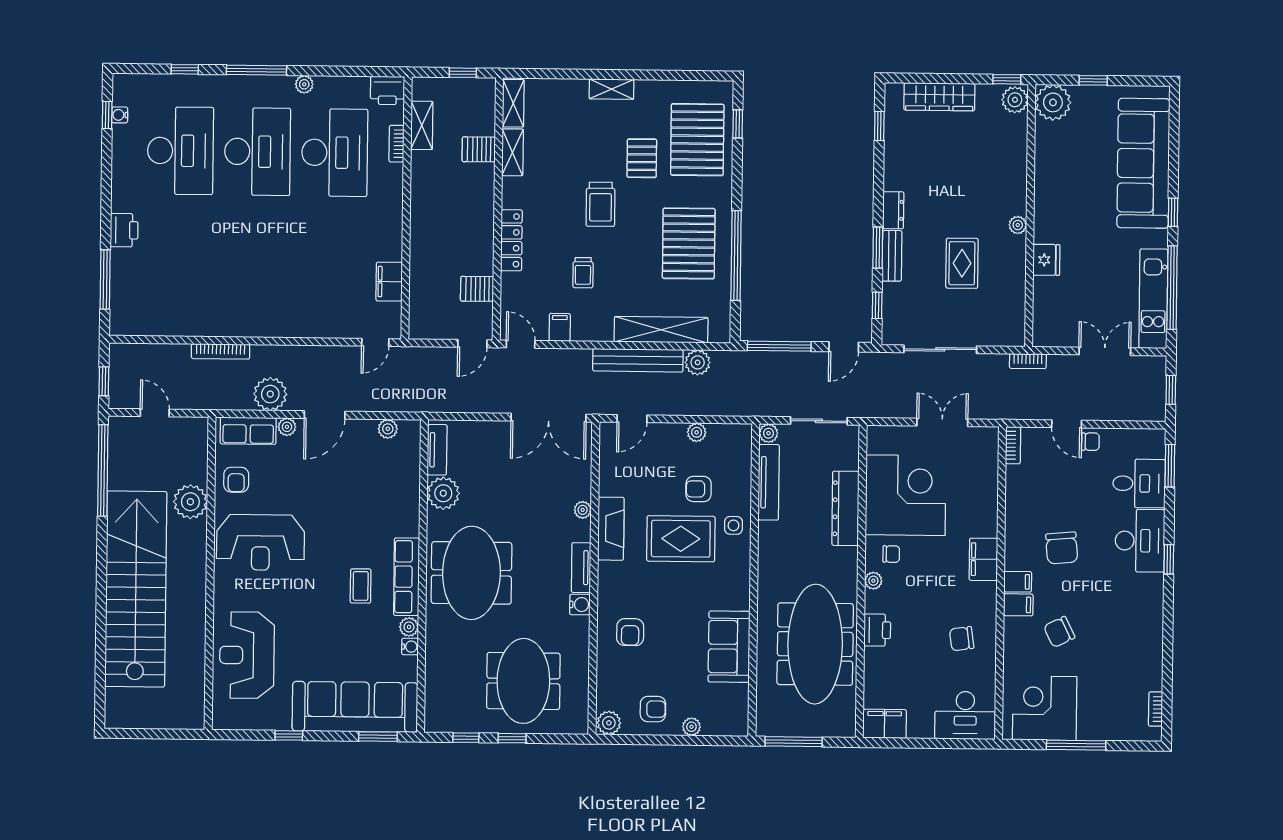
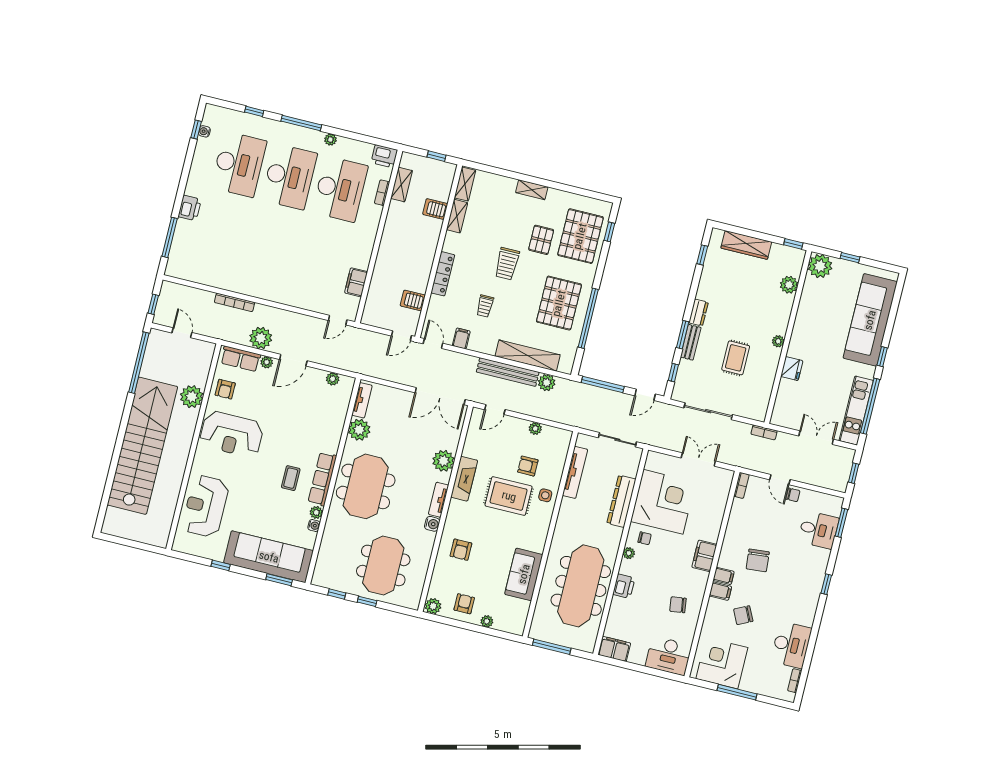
plant: (1015, 100) -> (789, 285), moved
plant: (768, 433) -> (582, 440), removed
plant: (583, 510) -> (443, 461), width x1.88, depth x1.88
desk: (1140, 541) -> (791, 645), moved
armchair: (653, 709) -> (464, 604), turned -90

